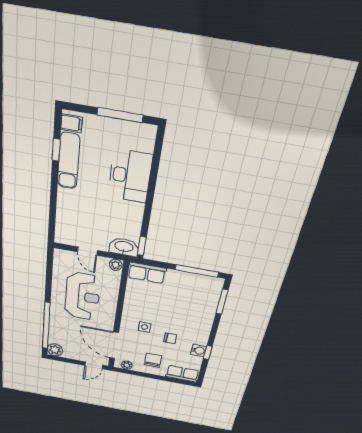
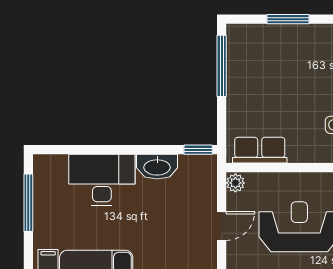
washbasin: (124, 247) -> (157, 167), moved, turned -90
row of seats: (147, 273) -> (260, 150), moved, turned -90
window: (222, 302) -> (288, 19), moved

